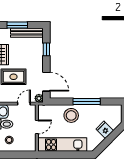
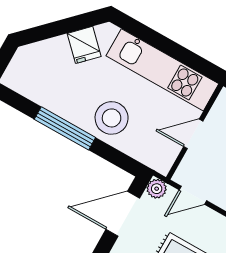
door: (46, 82) -> (123, 214), hinge flipped
fridge: (105, 130) -> (84, 45), moved

